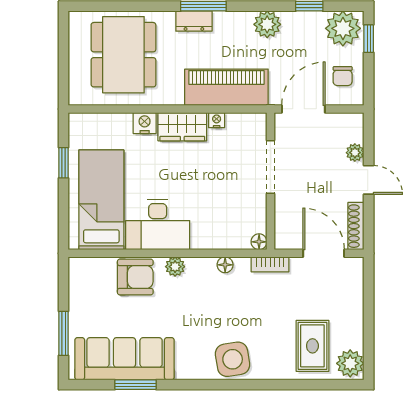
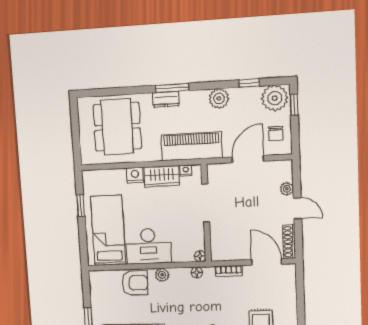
doorway: (271, 167) -> (206, 203), moved
wall: (271, 181) -> (206, 213), moved
floor lamp: (259, 242) -> (200, 256), moved

